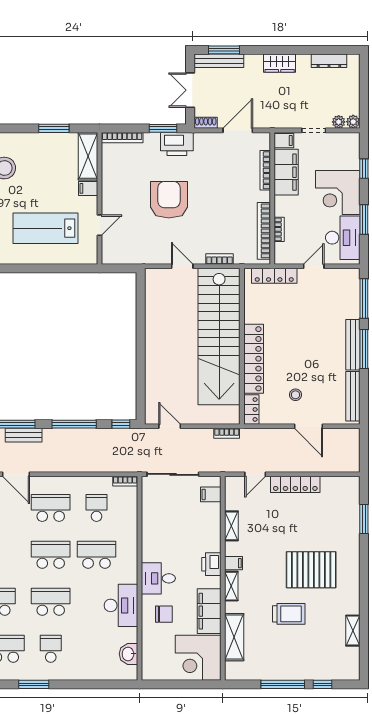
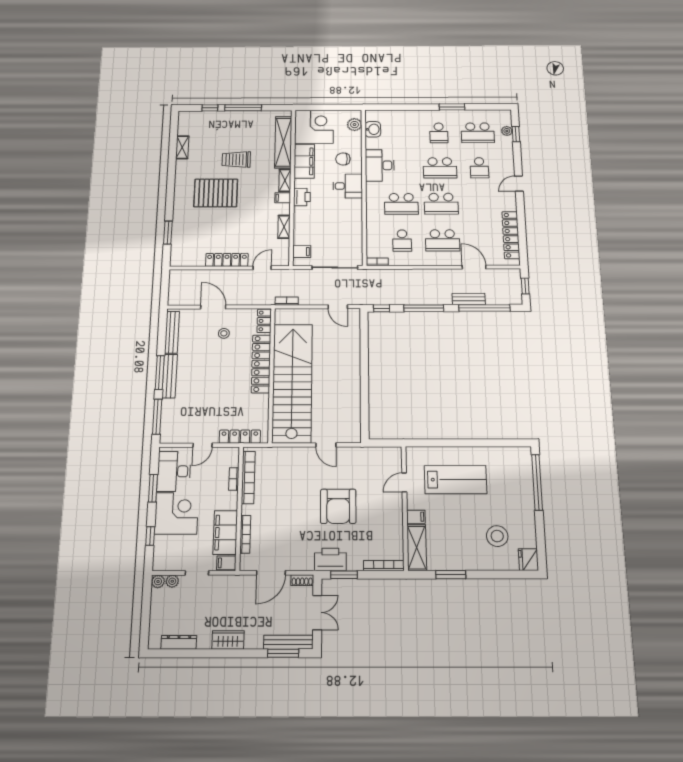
bookcase: (219, 259) -> (291, 452), removed
shelving: (234, 637) -> (283, 142), width x1.47
plant: (150, 661) -> (355, 125), added

